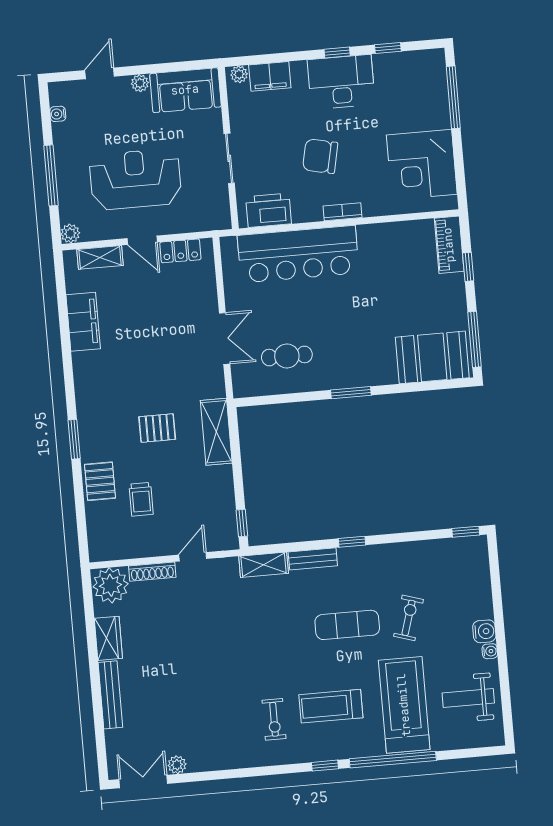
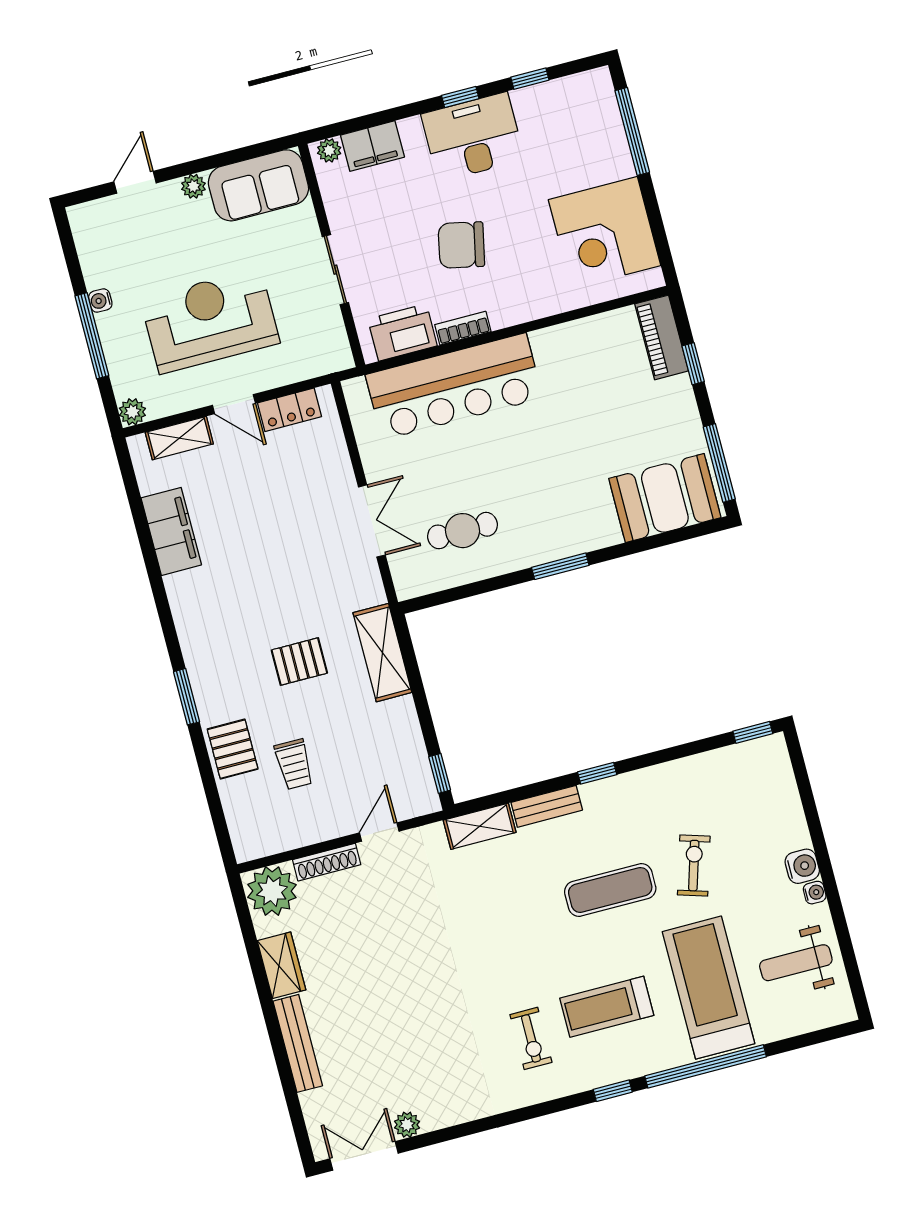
water cooler: (58, 114) -> (100, 301), moved
bookcase: (343, 212) -> (463, 328), moved

